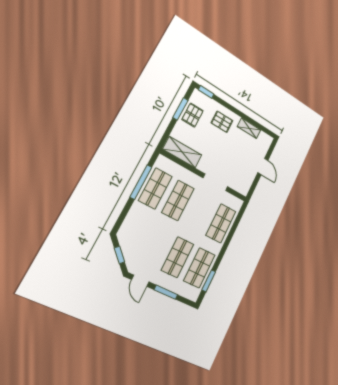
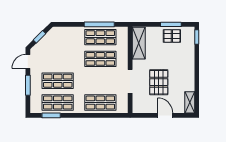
pallet: (222, 122) -> (159, 82), moved, width x1.50, depth x1.42
shelving: (249, 128) -> (190, 102), moved
door: (263, 166) -> (165, 115), swing flipped

